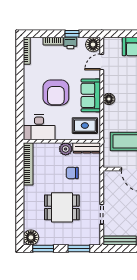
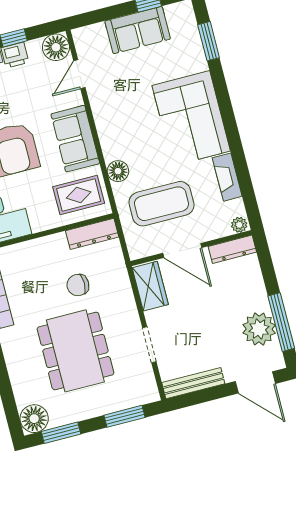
floor lamp: (109, 99) -> (118, 171), moved
plant: (66, 149) -> (55, 245), removed
wardrobe: (110, 183) -> (150, 286), added
dining table: (62, 207) -> (75, 351), width x1.38

